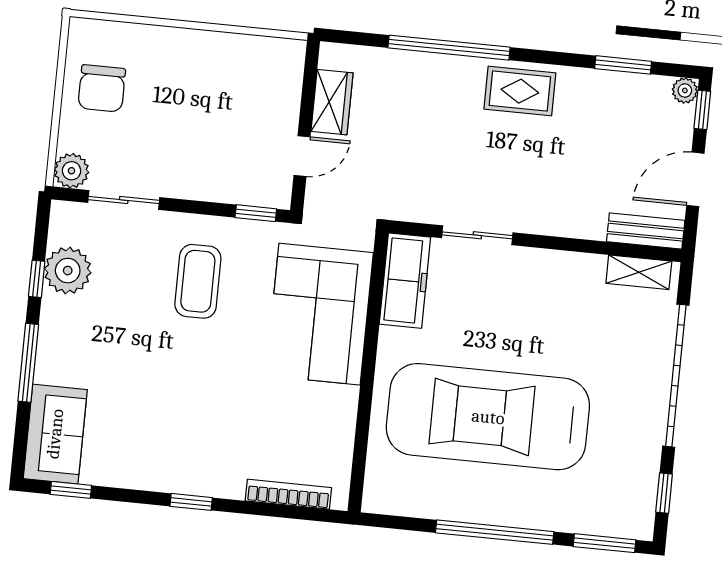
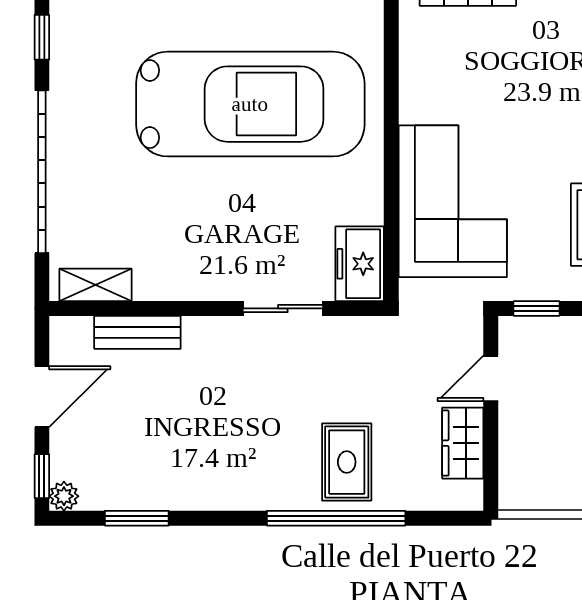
rug: (520, 91) -> (347, 462), moved, turned 90
bench: (646, 231) -> (137, 332), moved
freezer: (405, 281) -> (360, 264), width x0.71

